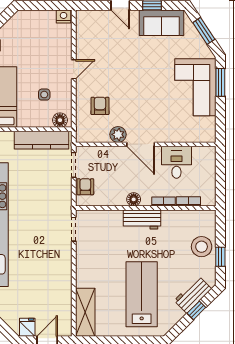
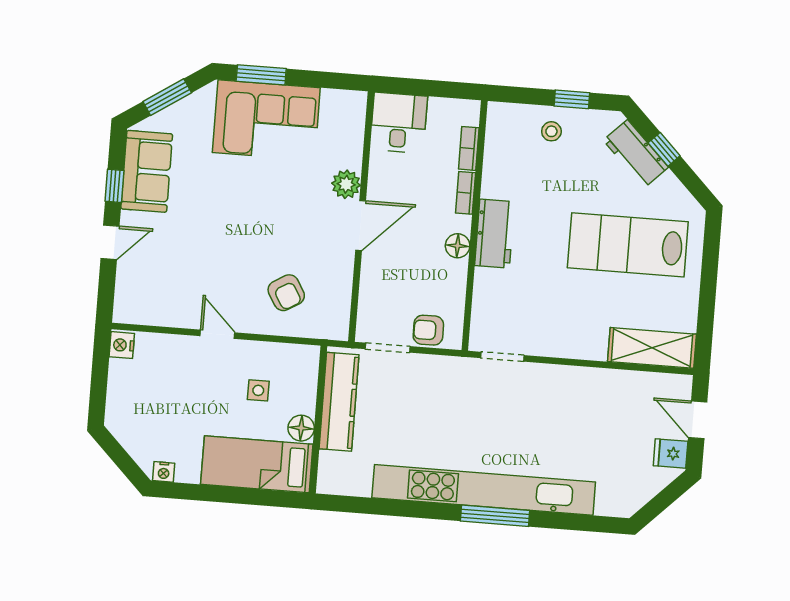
armchair: (100, 106) -> (286, 293), turned -121
floor lamp: (60, 120) -> (301, 428), moved
plant: (118, 134) -> (346, 184), moved
desk: (176, 162) -> (399, 123), moved, turned 90
stool: (202, 247) -> (551, 131), width x0.53, depth x0.53

